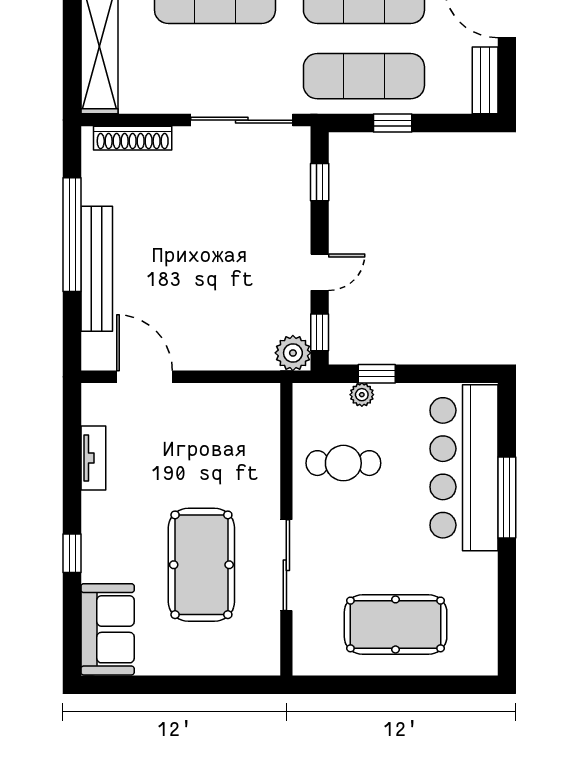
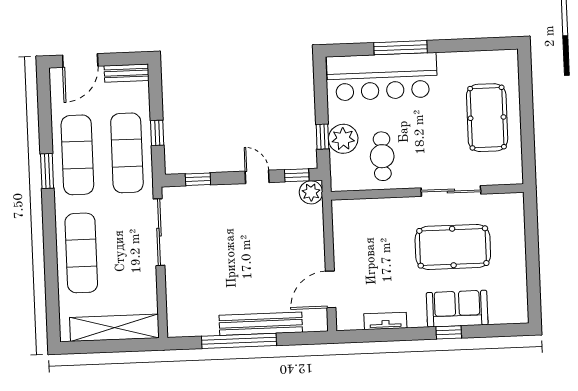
shoe rack: (133, 138) -> (174, 304), removed
plant: (362, 395) -> (343, 139), width x1.88, depth x1.88
sofa: (108, 629) -> (457, 309), moved

